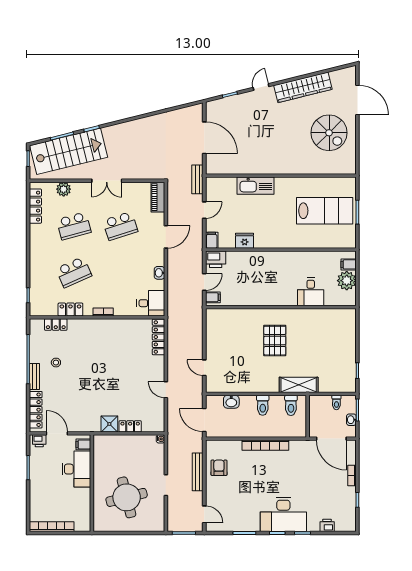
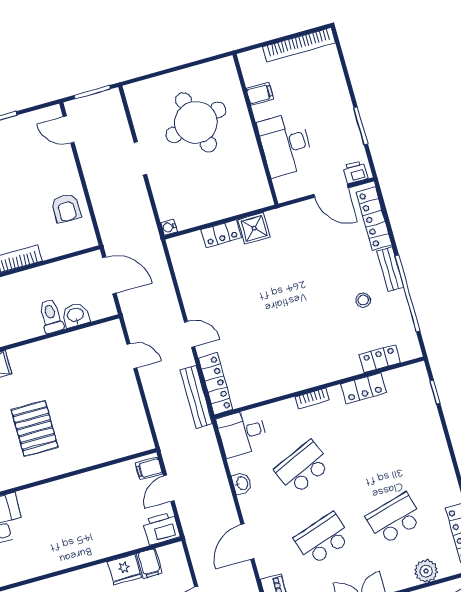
filing cabinet: (212, 240) -> (149, 563), moved
school desk: (74, 272) -> (303, 467), moved
door: (166, 390) -> (189, 334), moved
toilet: (263, 405) -> (51, 316), moved
filing cabinet: (83, 444) -> (260, 94), moved
bench: (198, 472) -> (196, 397), moved

